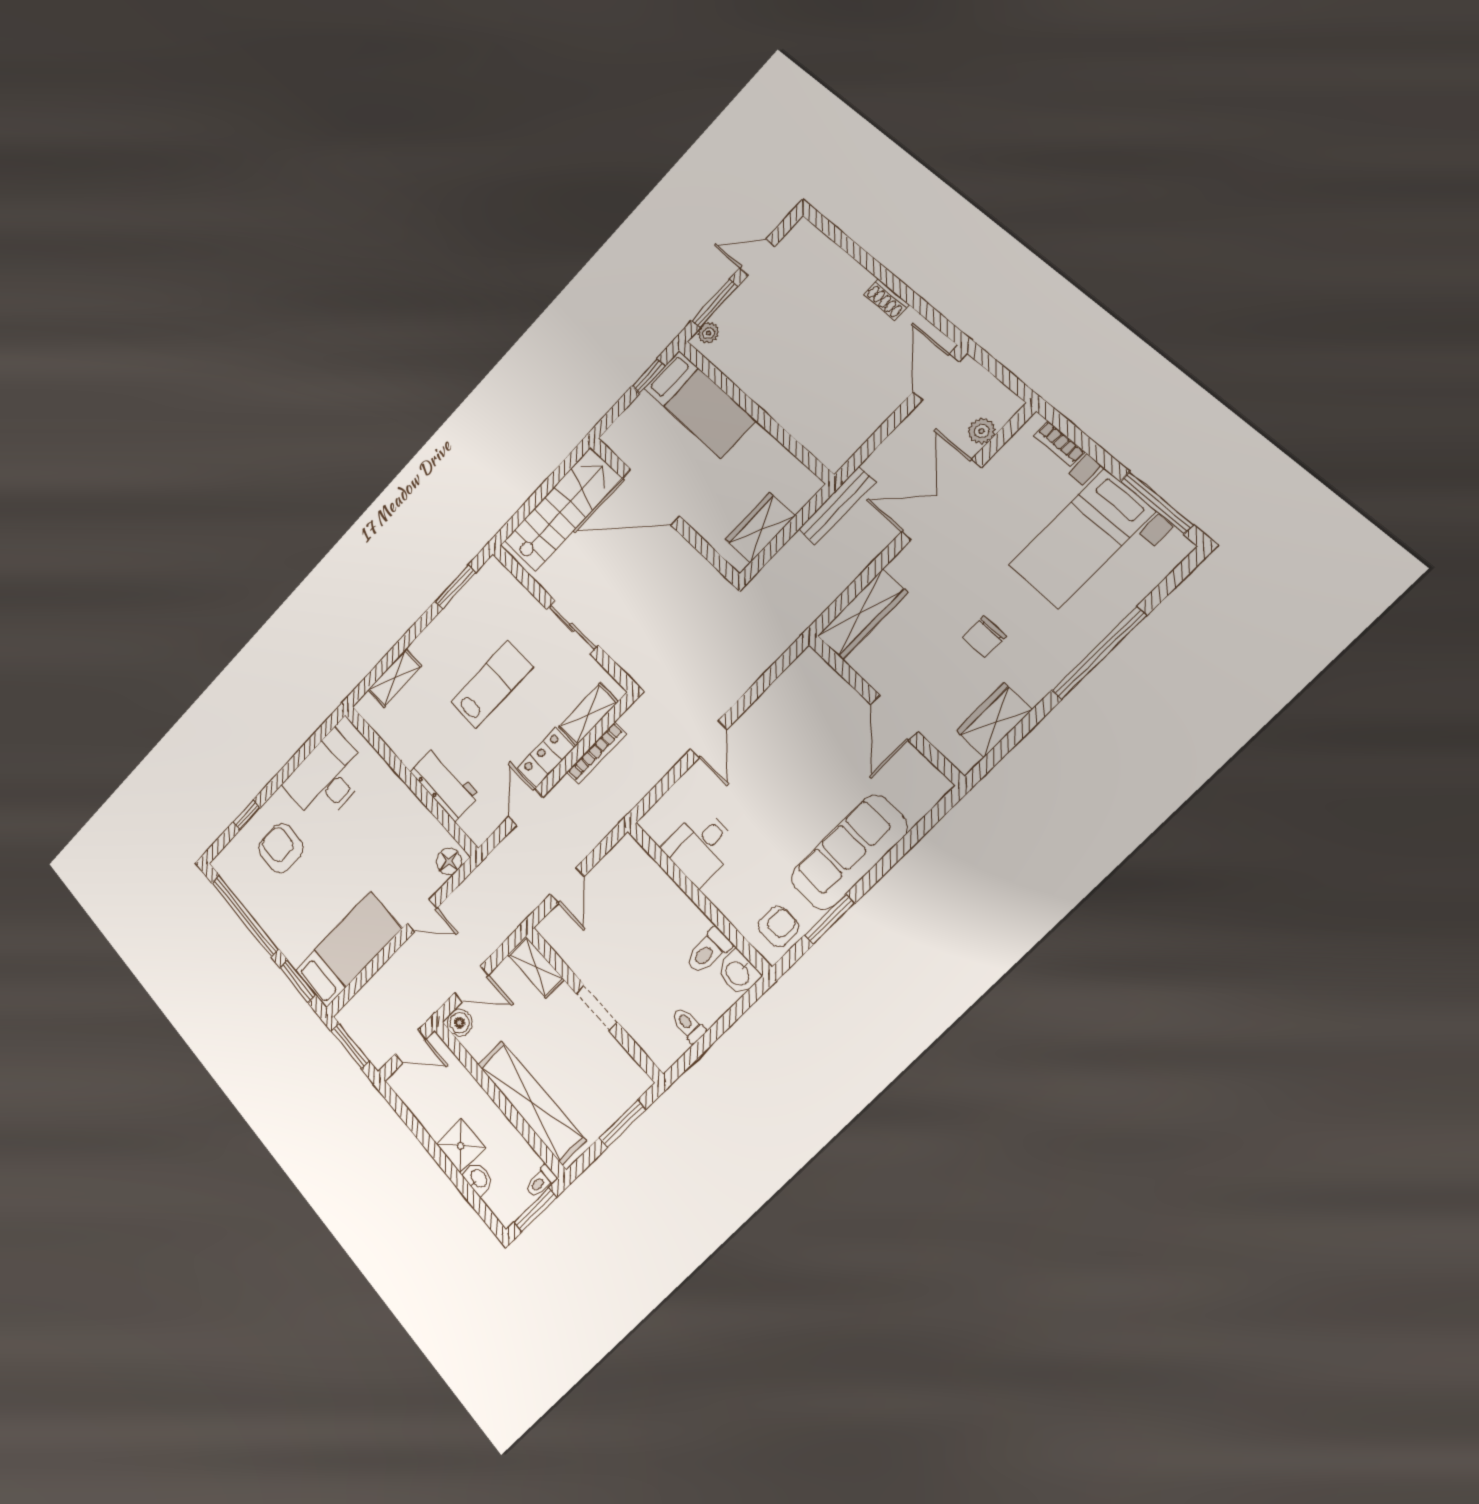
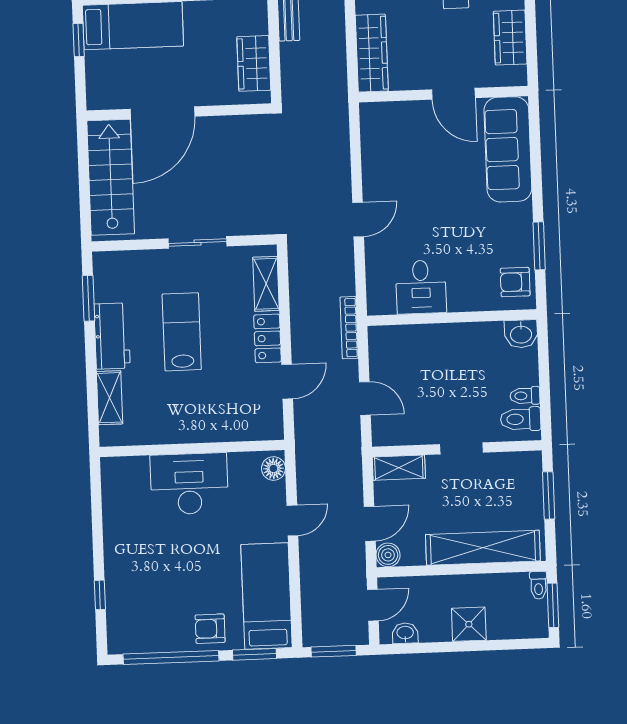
door: (709, 739) -> (358, 220), hinge flipped
bookcase: (597, 753) -> (349, 328), moved, turned 180
desk: (327, 778) -> (189, 484), moved, turned 90
workbench: (445, 784) -> (112, 336), moved, turned 90
door: (526, 807) -> (287, 382), swing flipped
armchair: (281, 848) -> (210, 629), moved, width x0.72, depth x0.72
sofa: (849, 853) -> (508, 149), moved
armchair: (778, 926) -> (515, 282), turned -90
toilet: (708, 951) -> (521, 419), moved, turned 90
washbasin: (478, 1179) -> (405, 633), moved

